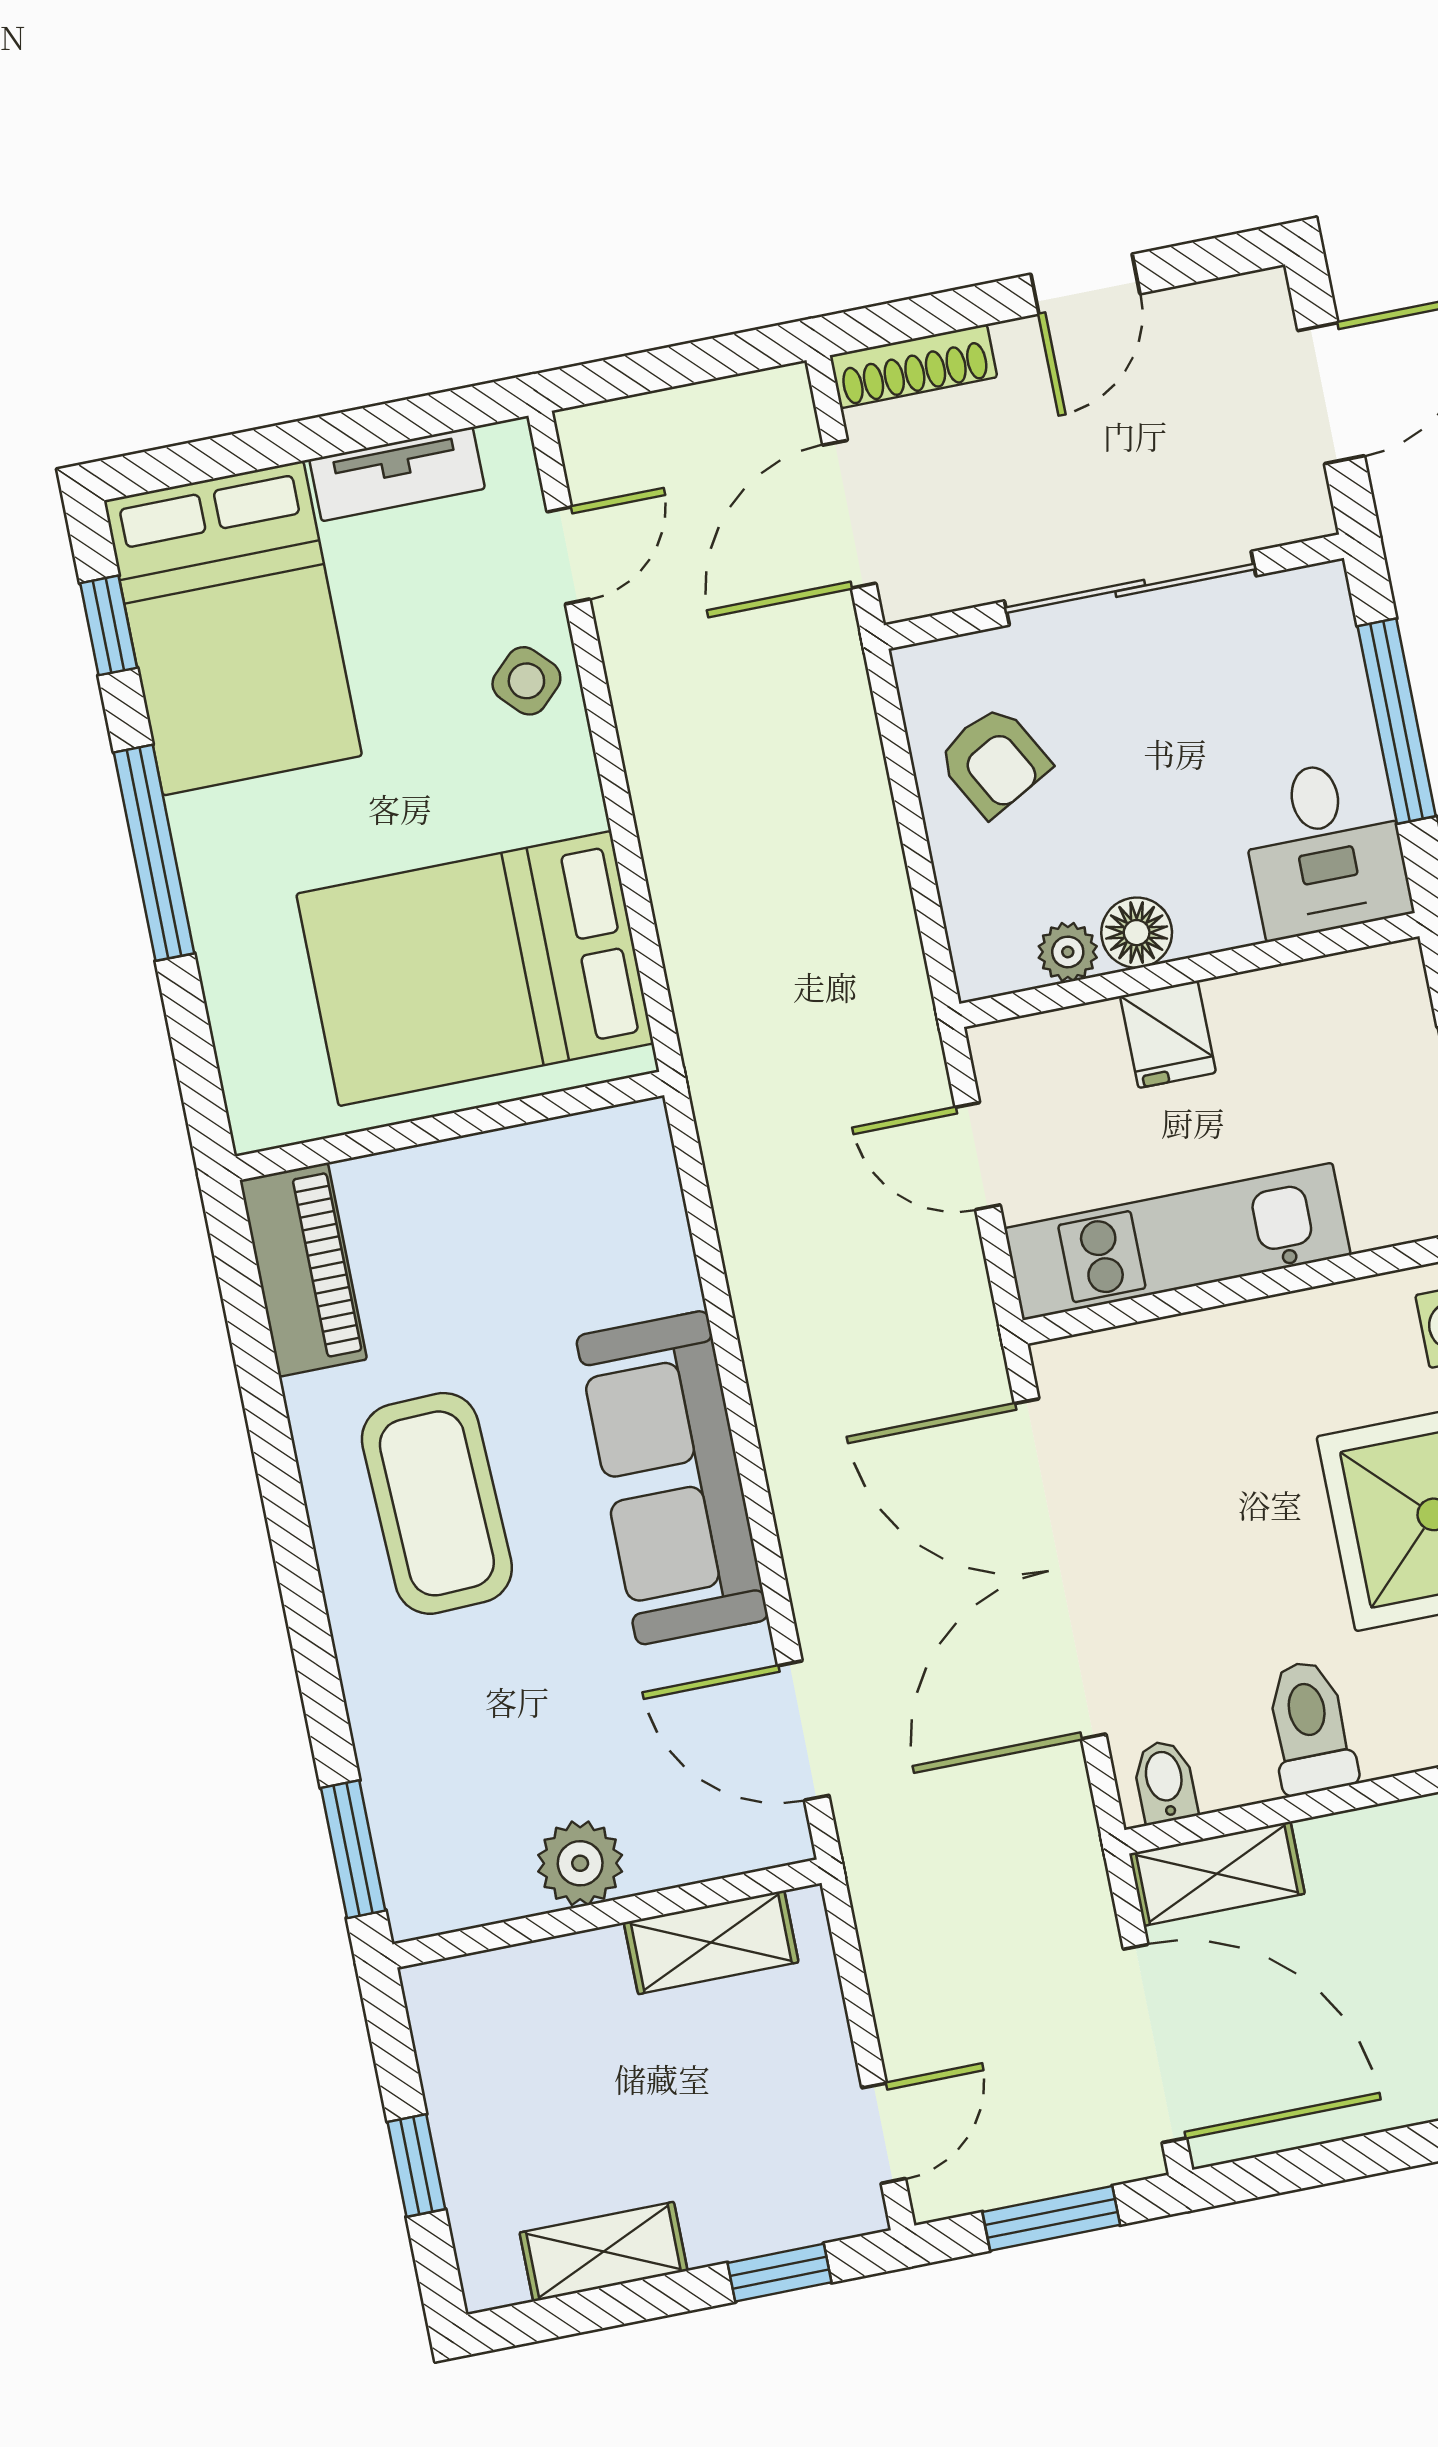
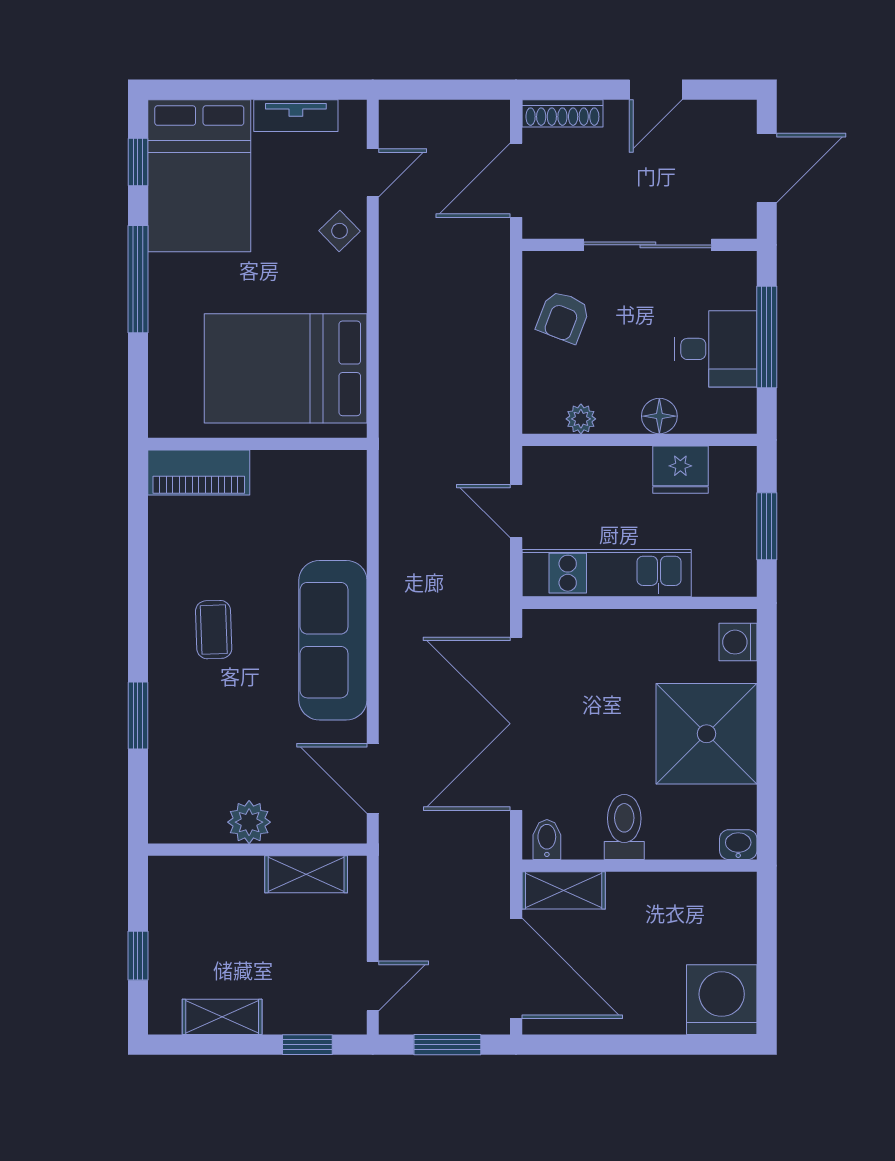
armchair: (994, 761) -> (563, 317), turned 50
desk: (1325, 848) -> (716, 349), moved, turned -90
floor lamp: (1137, 933) -> (659, 416), moved
fridge: (1168, 1034) -> (680, 470), moved, width x1.38
piano: (303, 1270) -> (199, 472), moved, turned 90
coffee table: (437, 1503) -> (214, 630), width x0.54, depth x0.58
window: (353, 1849) -> (138, 716), moved

